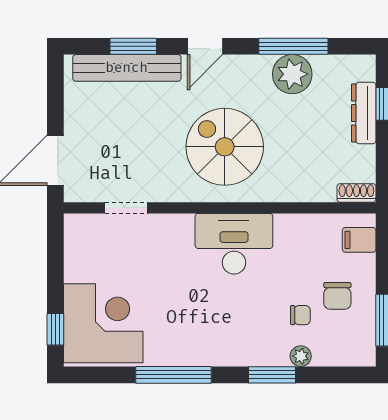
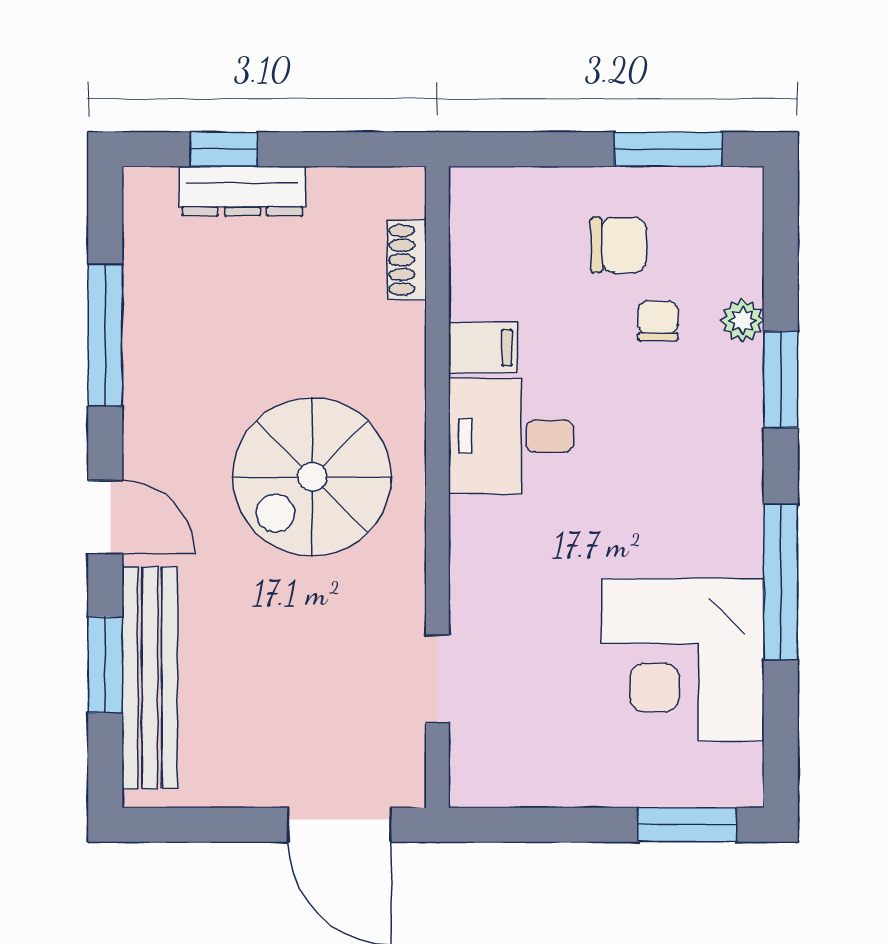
plant: (292, 74) -> (163, 338), removed
shoe rack: (356, 193) -> (407, 260), moved
filing cabinet: (359, 240) -> (483, 348), moved, turned -90
desk: (234, 244) -> (511, 436), width x0.73
corner desk: (103, 323) -> (682, 660), moved, turned -90
window: (55, 329) -> (687, 825), width x1.50

